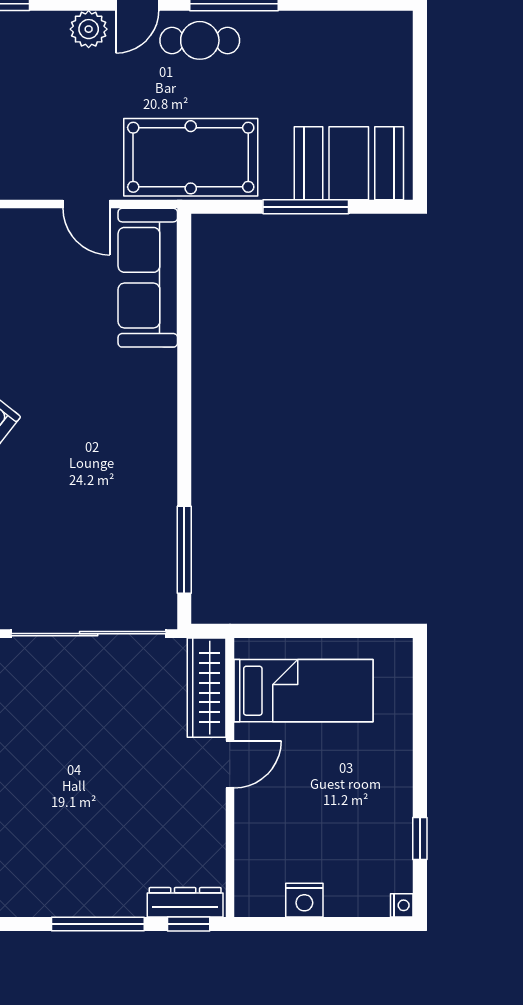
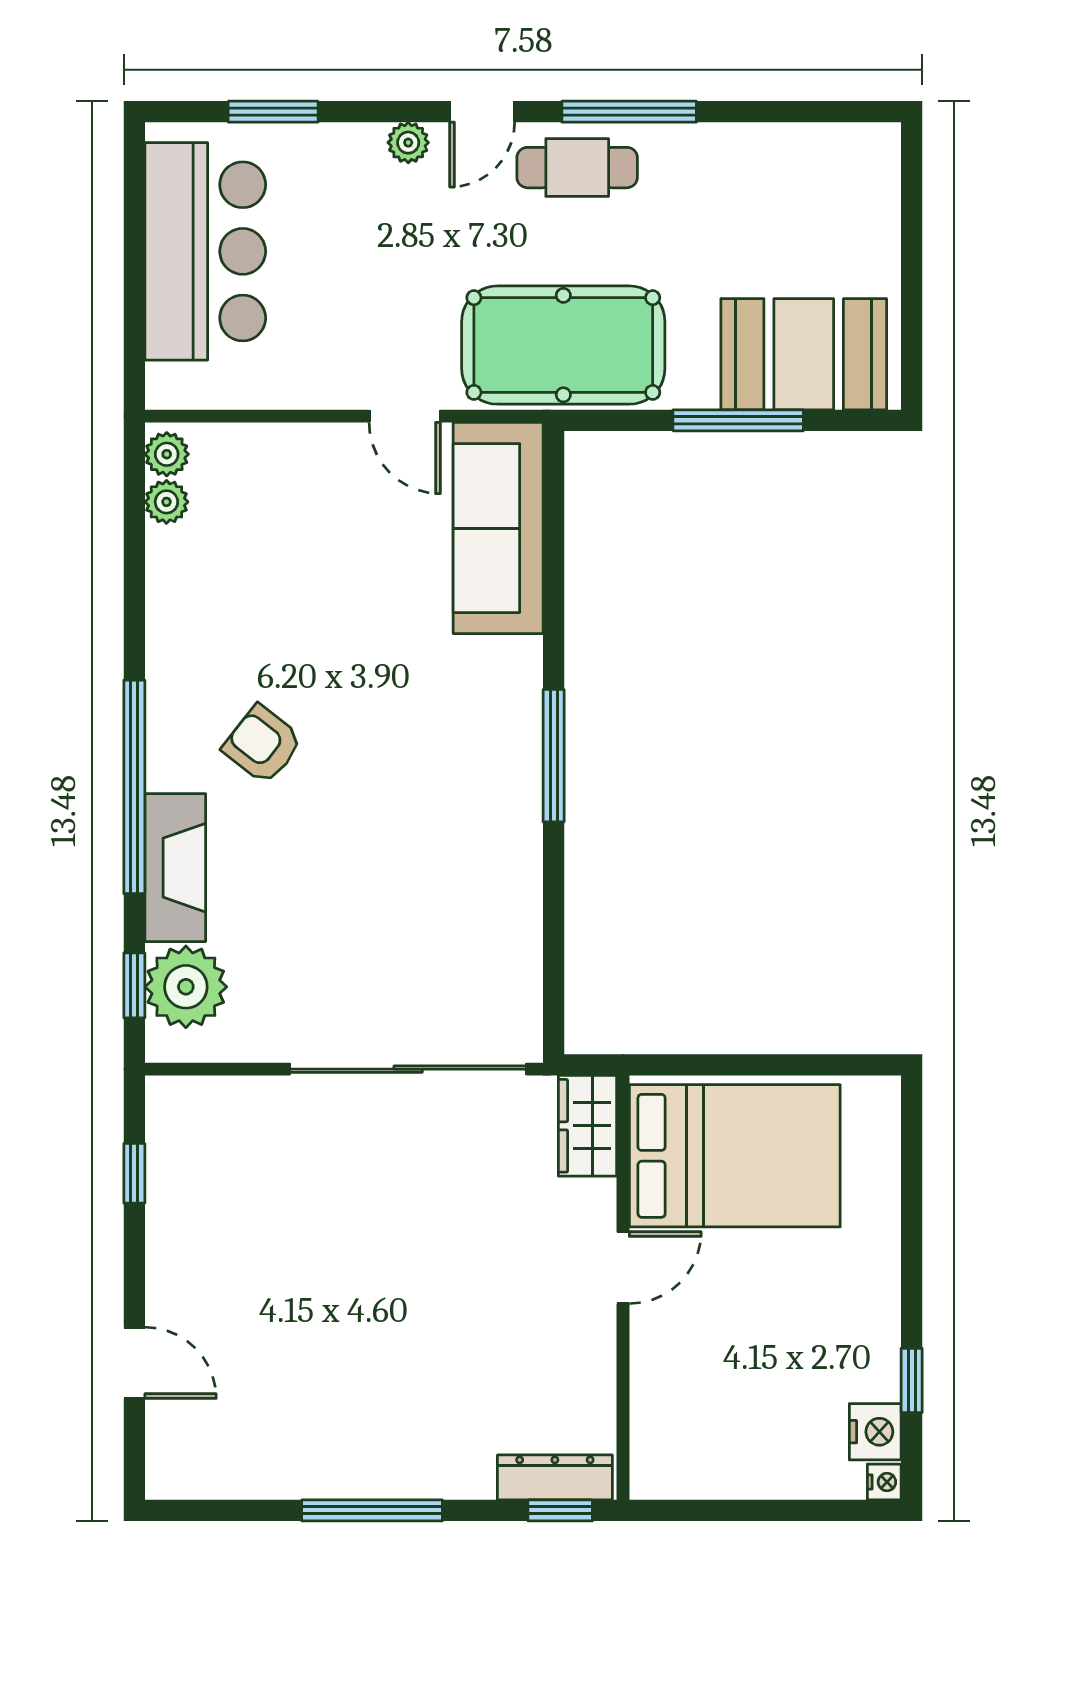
plant: (89, 29) -> (408, 143), width x0.73, depth x0.73
window: (184, 550) -> (554, 756), moved
wardrobe: (207, 688) -> (588, 1126), width x0.67
bed: (303, 691) -> (735, 1156), width x1.50
nightstand: (304, 900) -> (875, 1432), moved, turned -90
window: (98, 924) -> (372, 1510), moved

